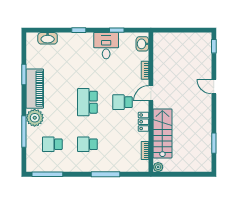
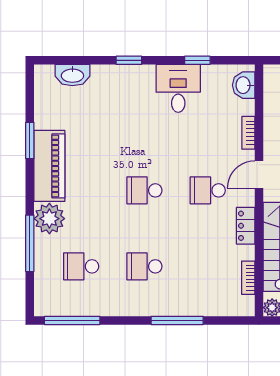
school desk: (87, 102) -> (144, 190), width x0.54

